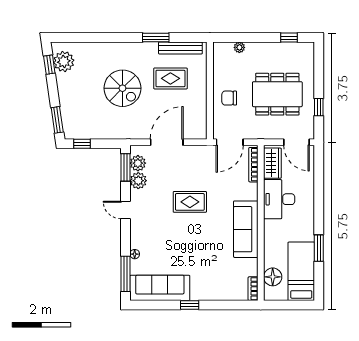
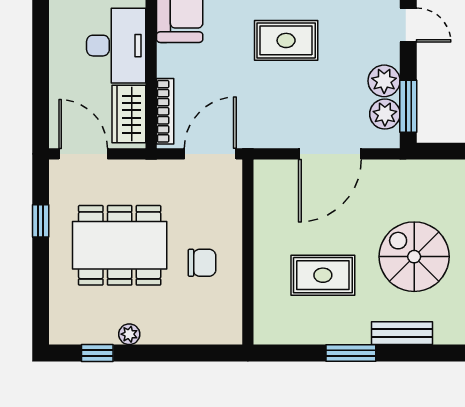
plant: (239, 47) -> (129, 334), moved
bench: (180, 48) -> (402, 333), moved, width x0.73
chair: (229, 98) -> (202, 263), moved

